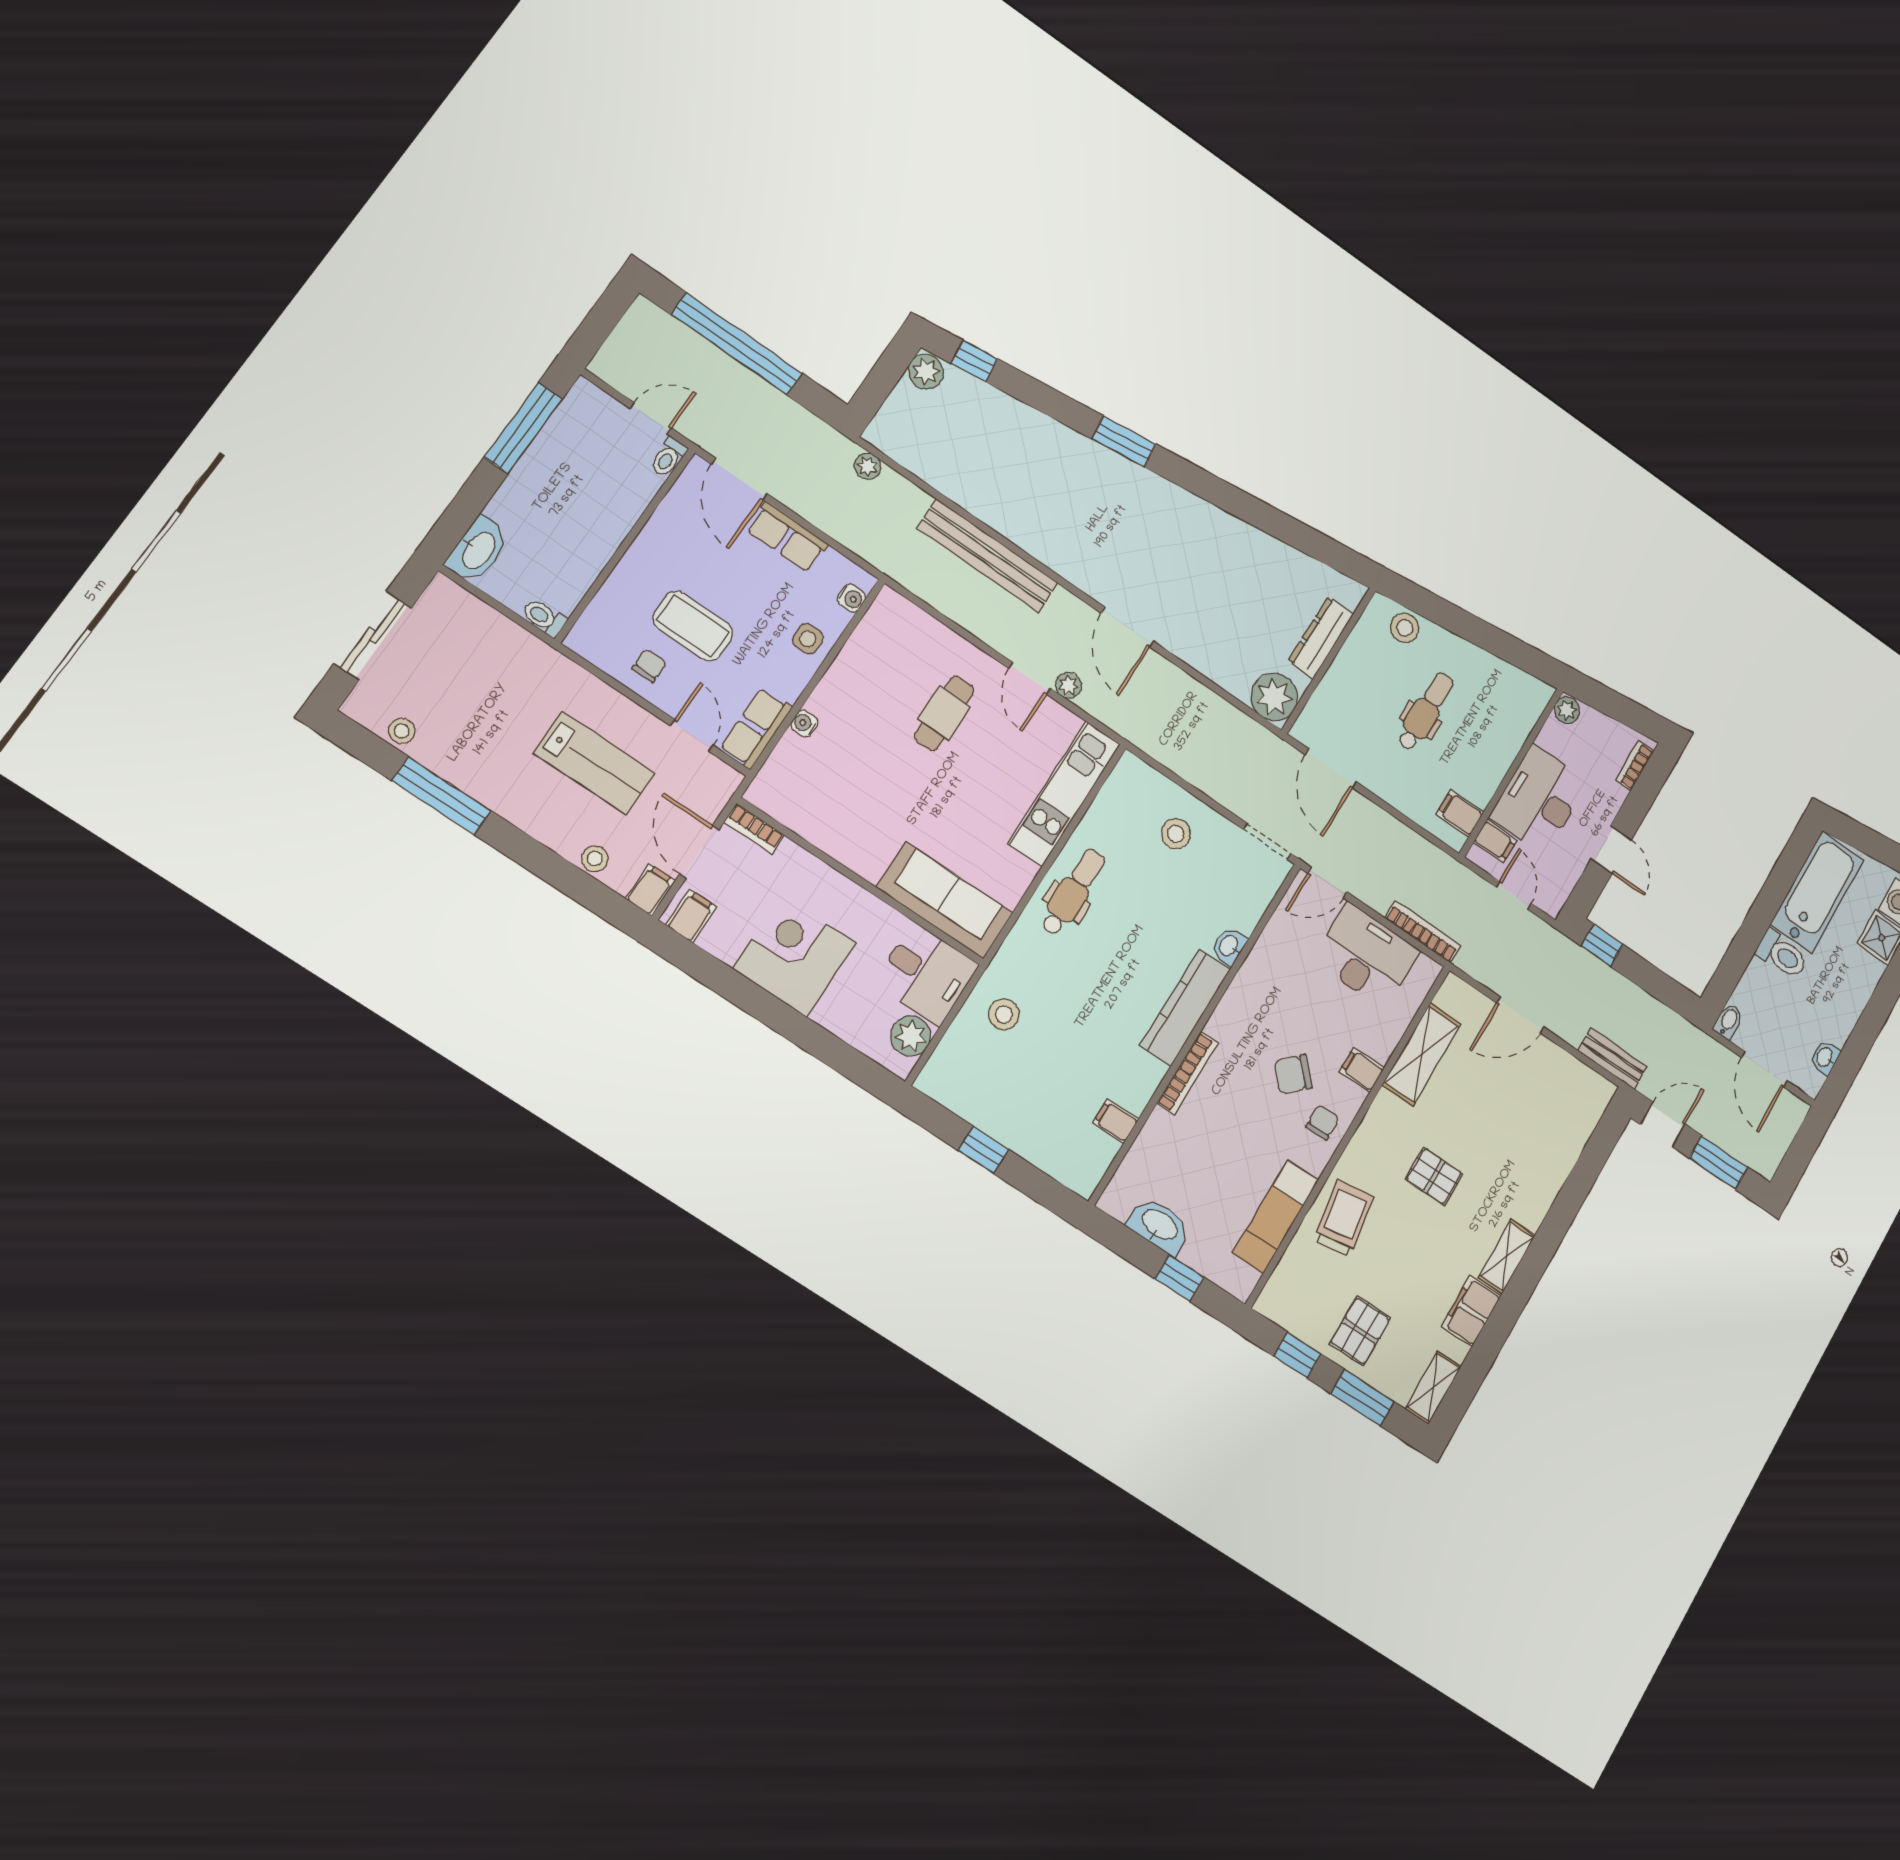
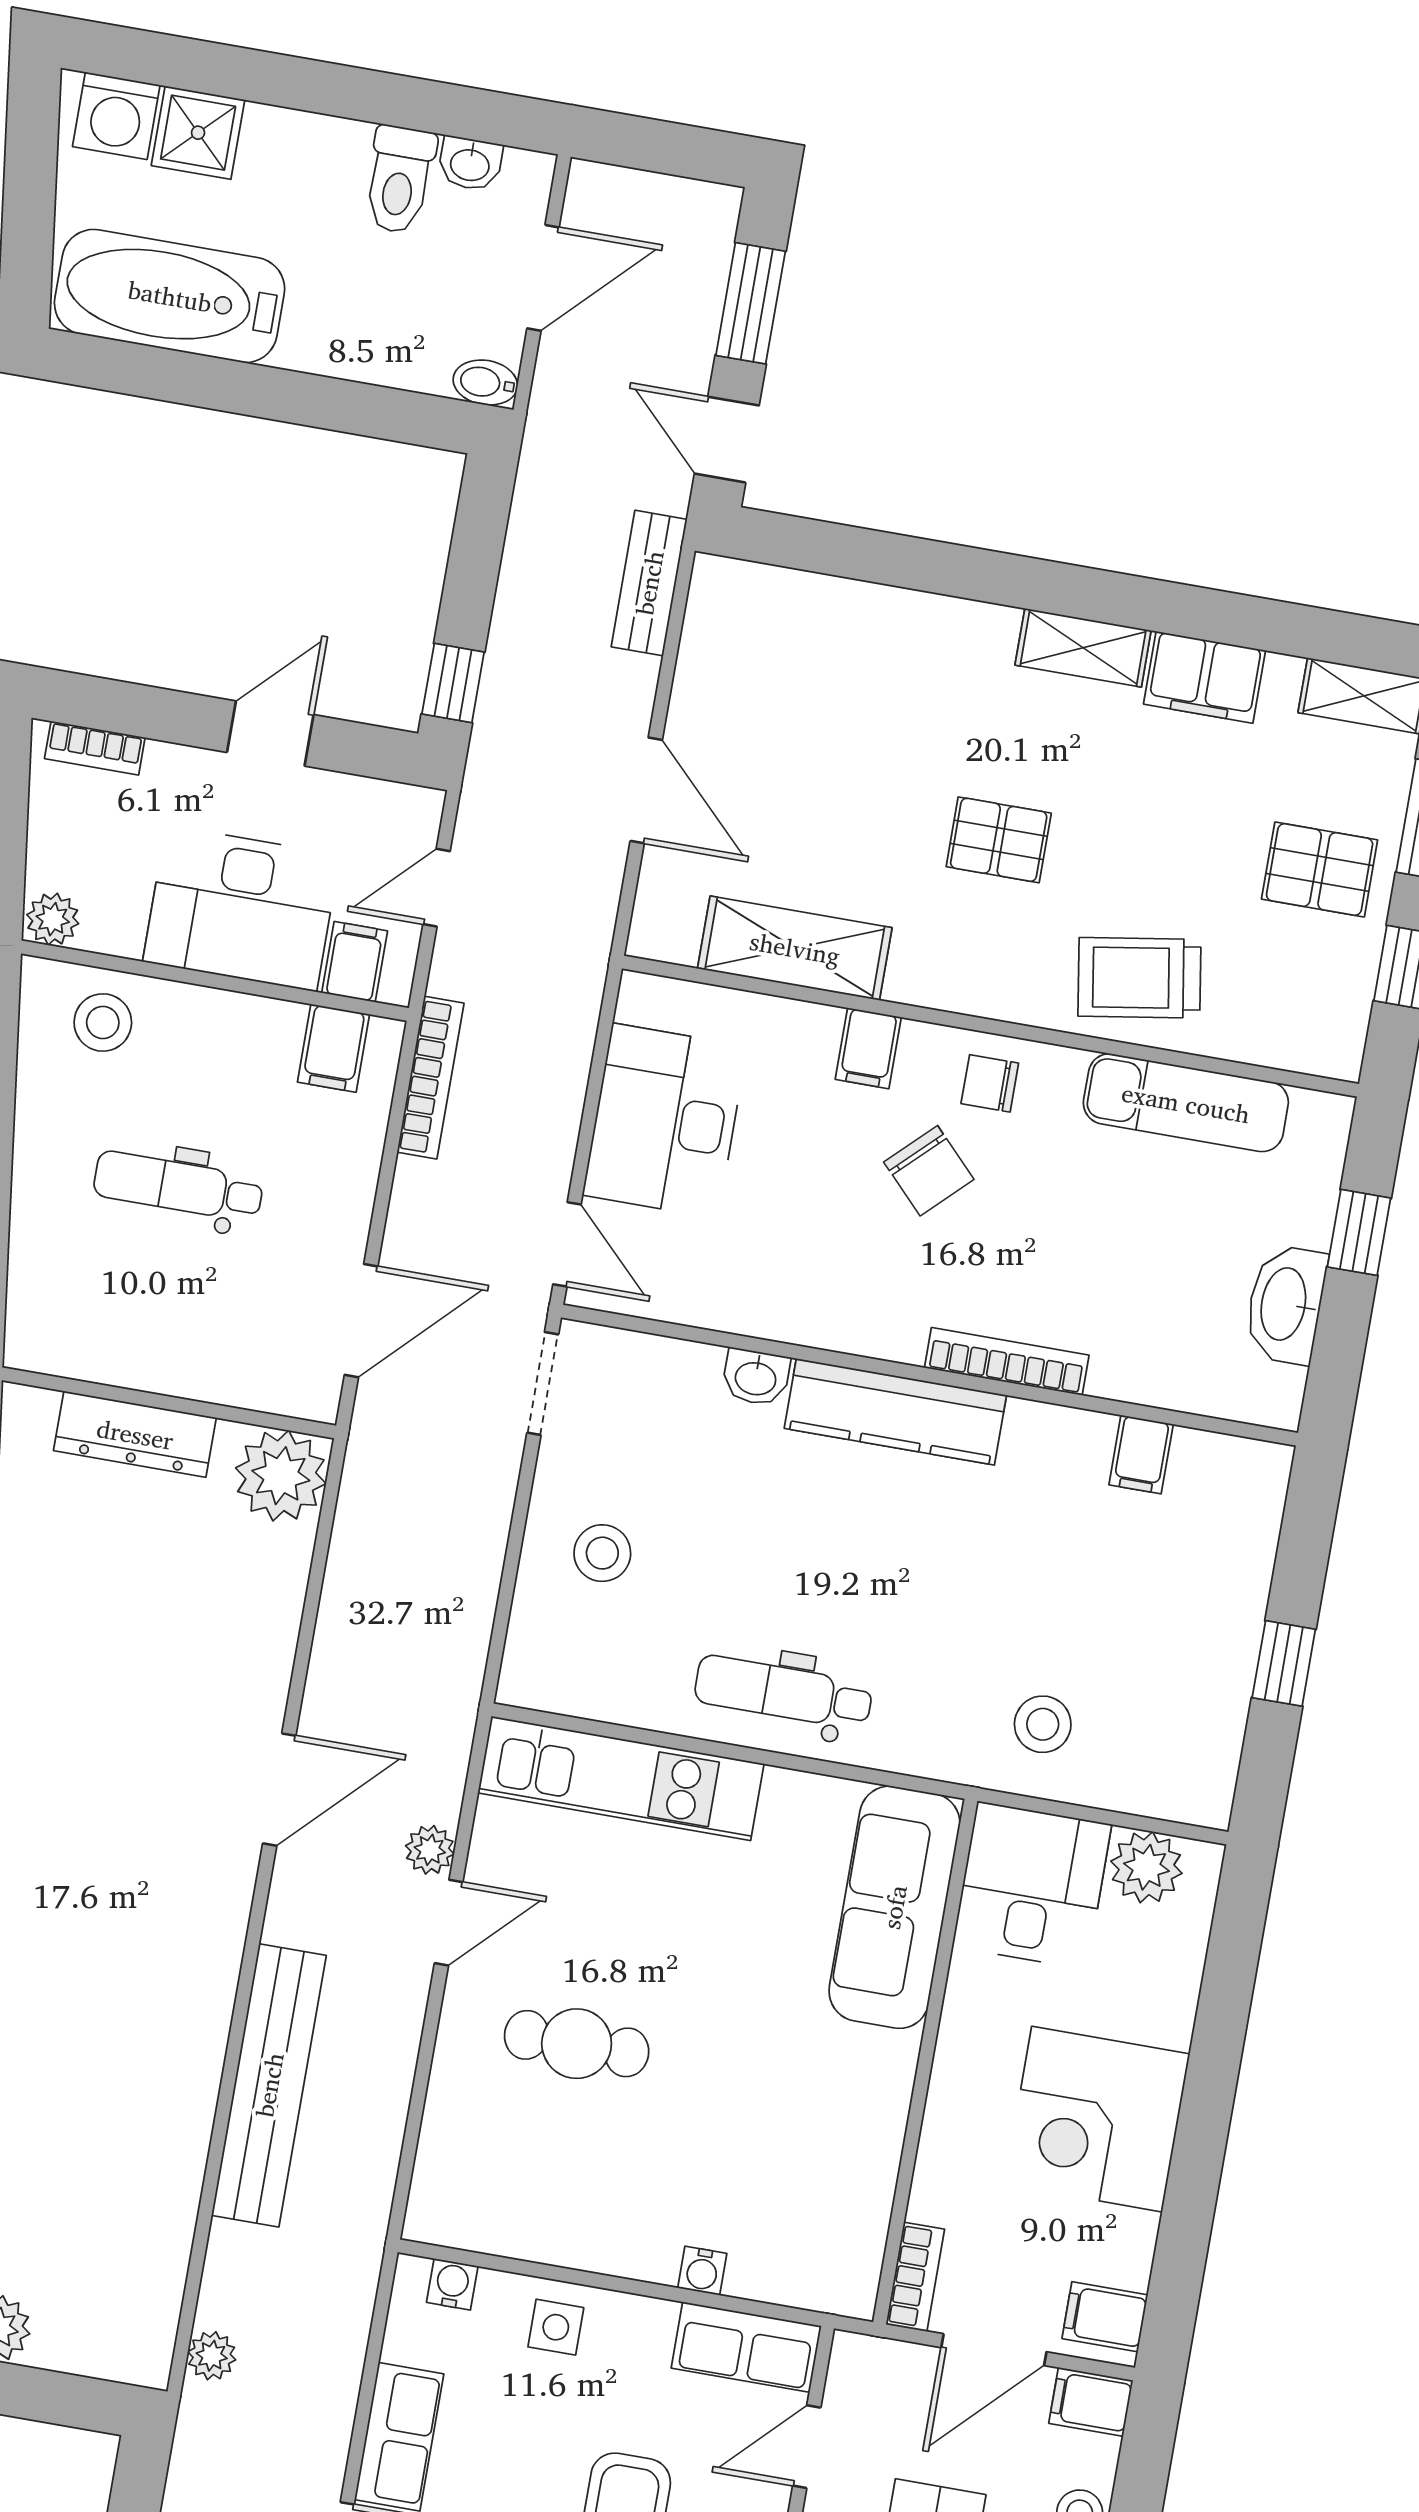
stool: (1405, 628) -> (103, 1022), moved
bookcase: (1423, 932) -> (430, 1078), moved, turned 180
toilet: (1782, 954) -> (399, 180), moved, turned 180
pallet: (1434, 1176) -> (999, 840), turned 90

